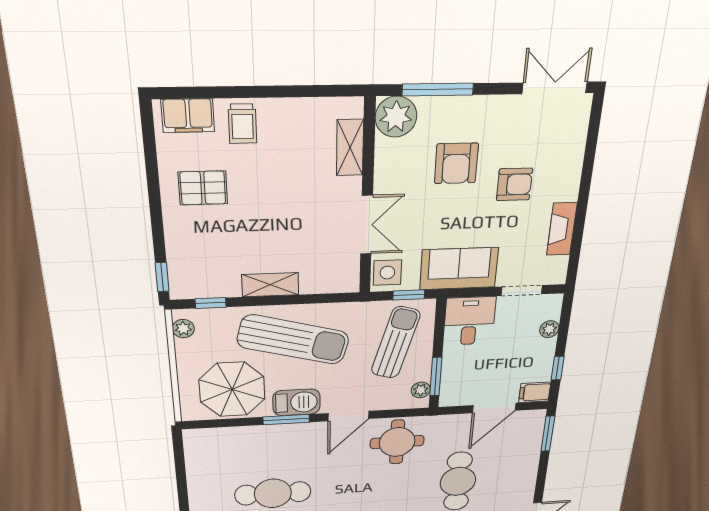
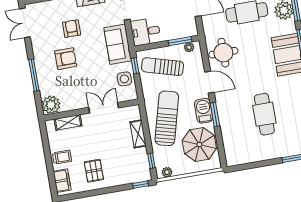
plant: (396, 117) -> (51, 105), moved
shelving: (350, 148) -> (68, 122), moved
wall: (367, 200) -> (91, 110), moved
double door: (367, 225) -> (104, 108), moved

